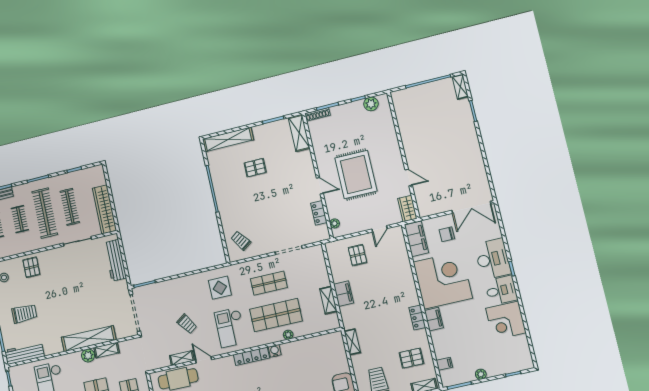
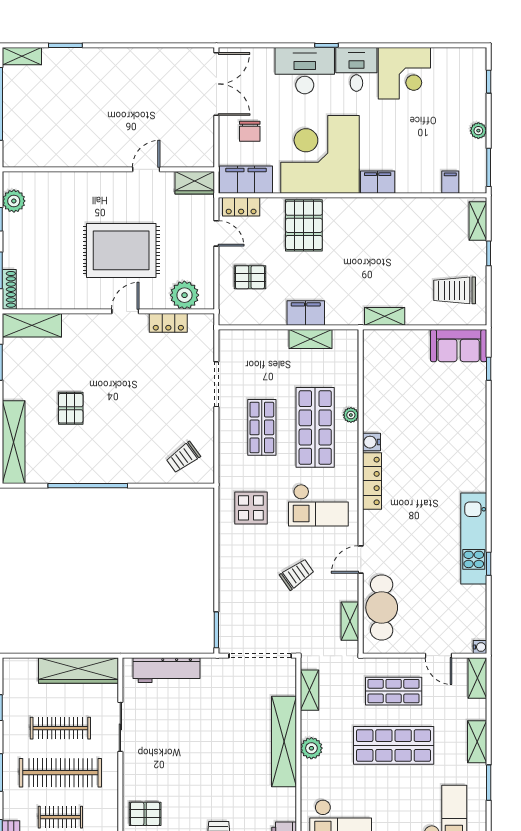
plant: (335, 223) -> (184, 295), width x1.88, depth x1.88
locker: (417, 317) -> (241, 207), moved
shelving: (107, 350) -> (310, 690), moved
shelving: (182, 358) -> (350, 621), moved
pallet: (411, 358) -> (304, 225), moved, width x1.50, depth x1.42

